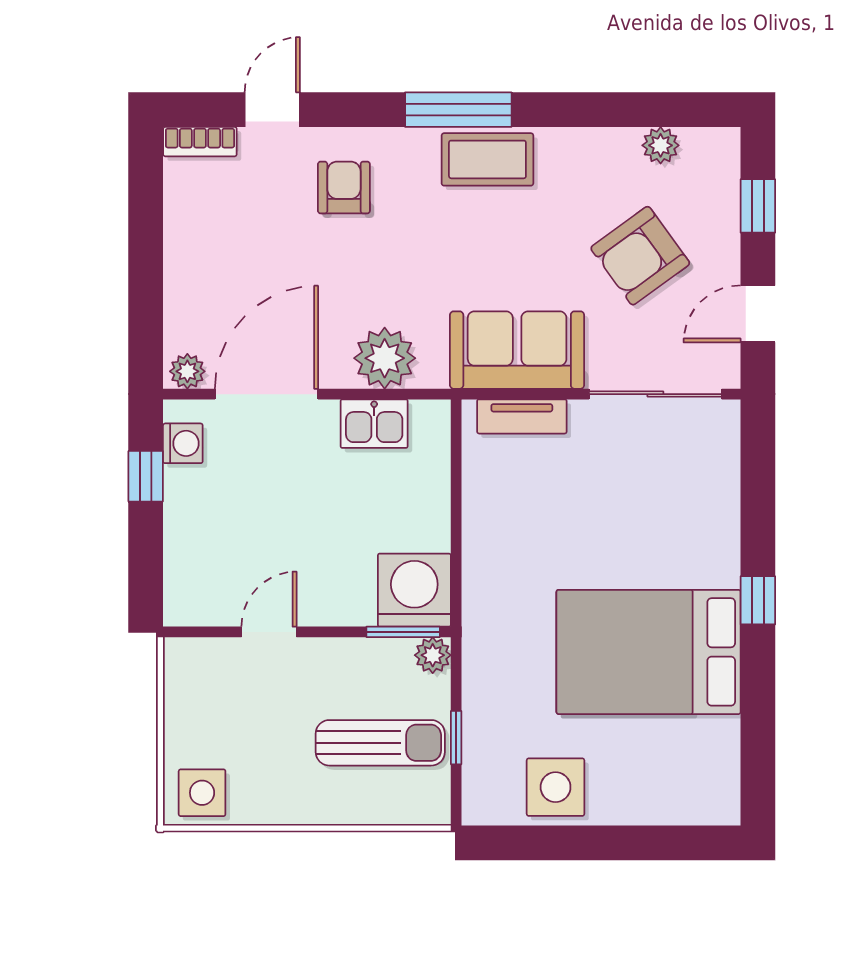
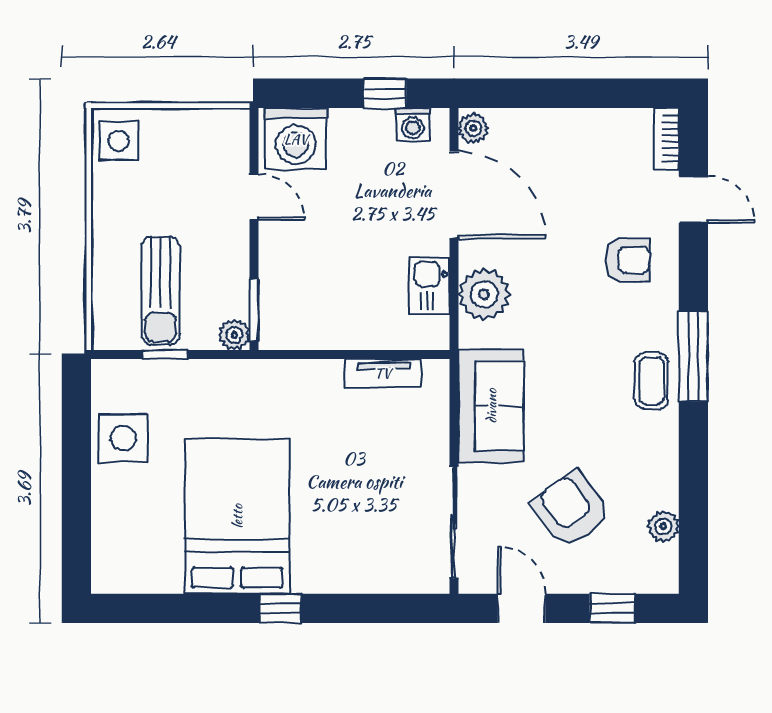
coffee table: (487, 159) -> (651, 381), width x0.73, depth x0.77
tv unit: (522, 416) -> (383, 373), moved, turned -90
washing machine: (414, 590) -> (296, 139), moved, turned 90

